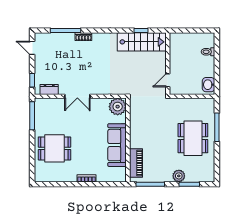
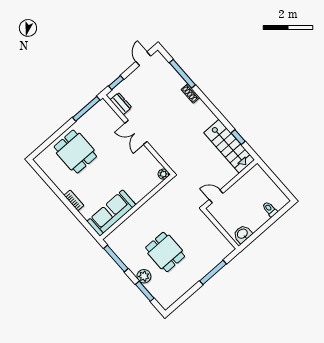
plant: (118, 107) -> (163, 174), width x0.53, depth x0.53
dining table: (193, 138) -> (165, 252), moved, width x0.73
sofa: (117, 145) -> (111, 213), moved
piano: (136, 163) -> (123, 231), removed

